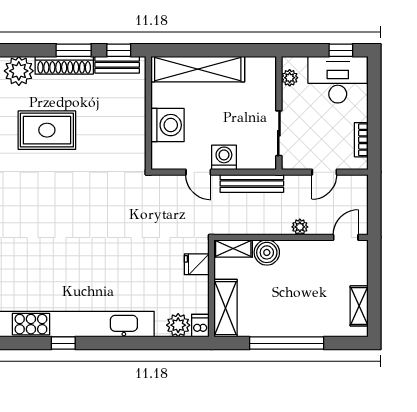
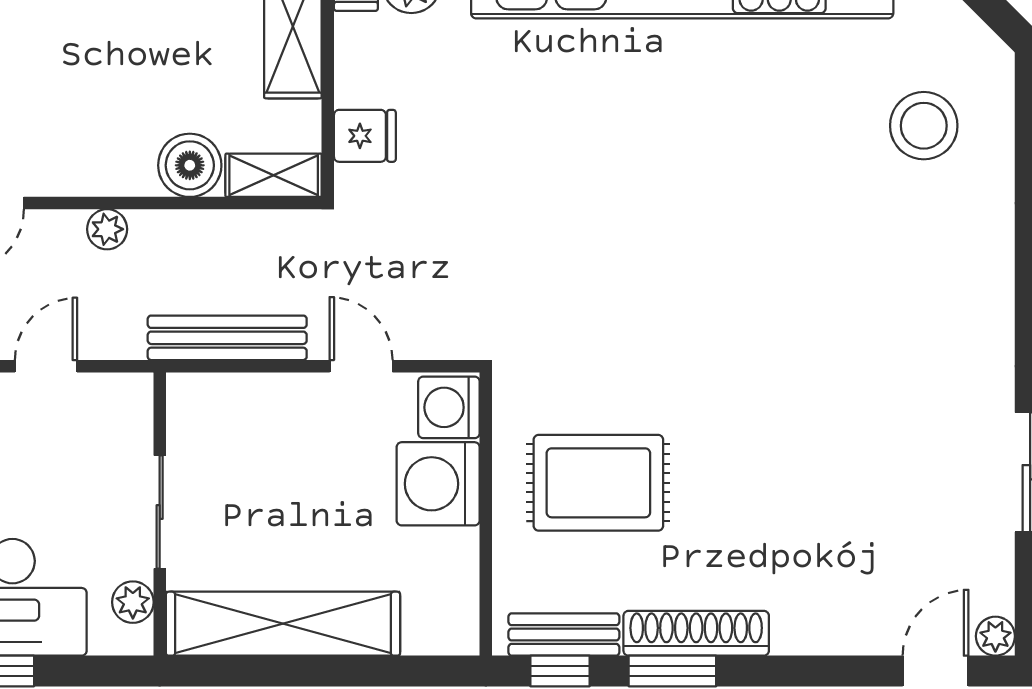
shelving: (198, 69) -> (283, 624), moved
plant: (19, 71) -> (810, 619), removed
rug: (47, 130) -> (598, 483), moved
sliding door: (279, 133) -> (160, 512), moved
washing machine: (224, 157) -> (449, 407), moved, turned 90

